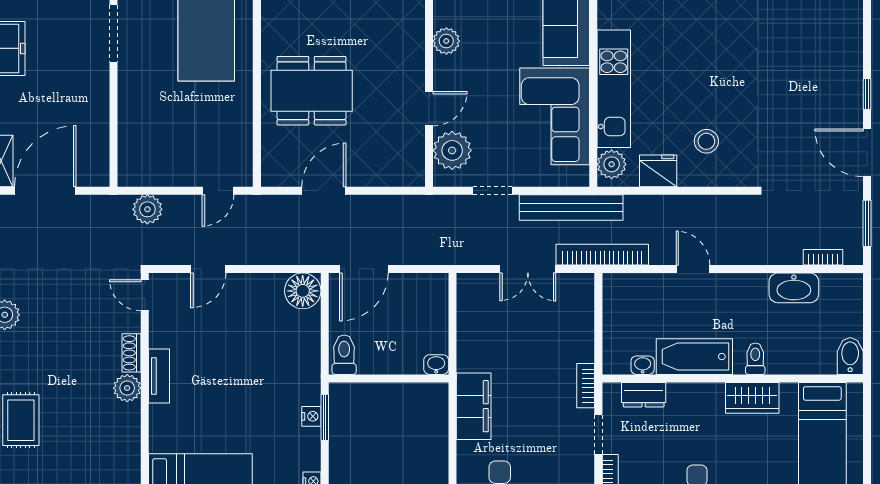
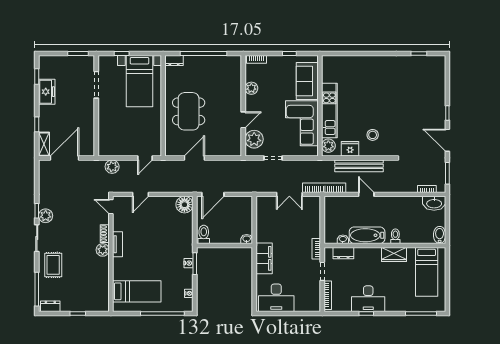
dining table: (312, 91) -> (189, 111), turned 90
bench: (571, 207) -> (359, 166), moved
washbasin: (794, 288) -> (434, 203), moved

